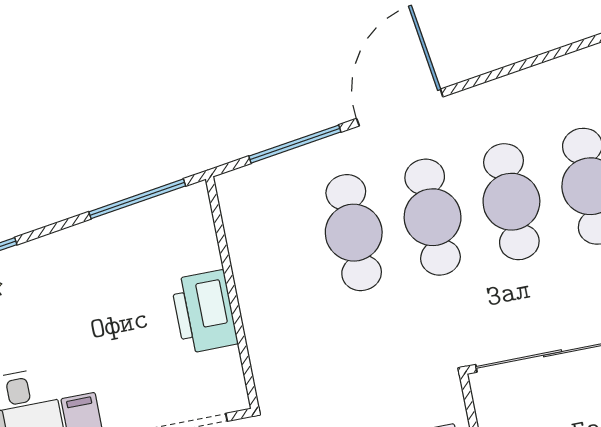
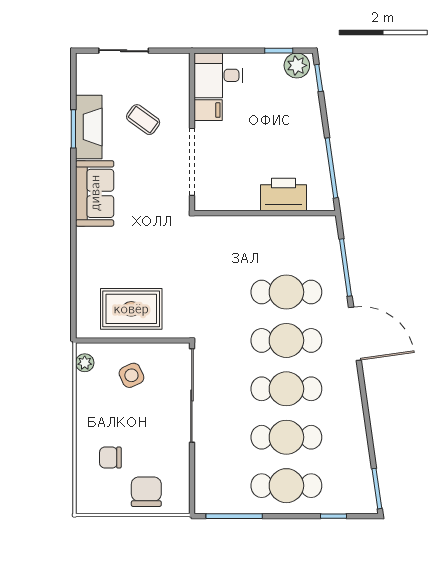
printer: (204, 312) -> (284, 195), moved

